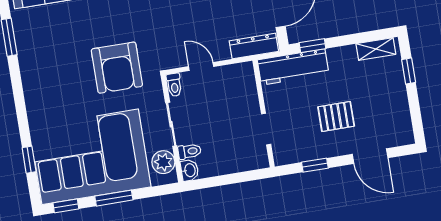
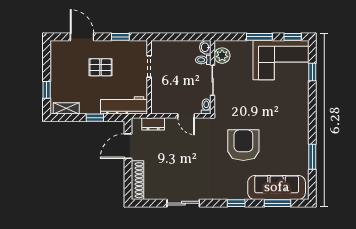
dresser: (254, 46) -> (153, 124), width x0.70
window: (313, 46) -> (95, 118), moved
armchair: (117, 68) -> (243, 145), moved
corner sofa: (90, 157) -> (281, 60), width x0.73, depth x0.74

